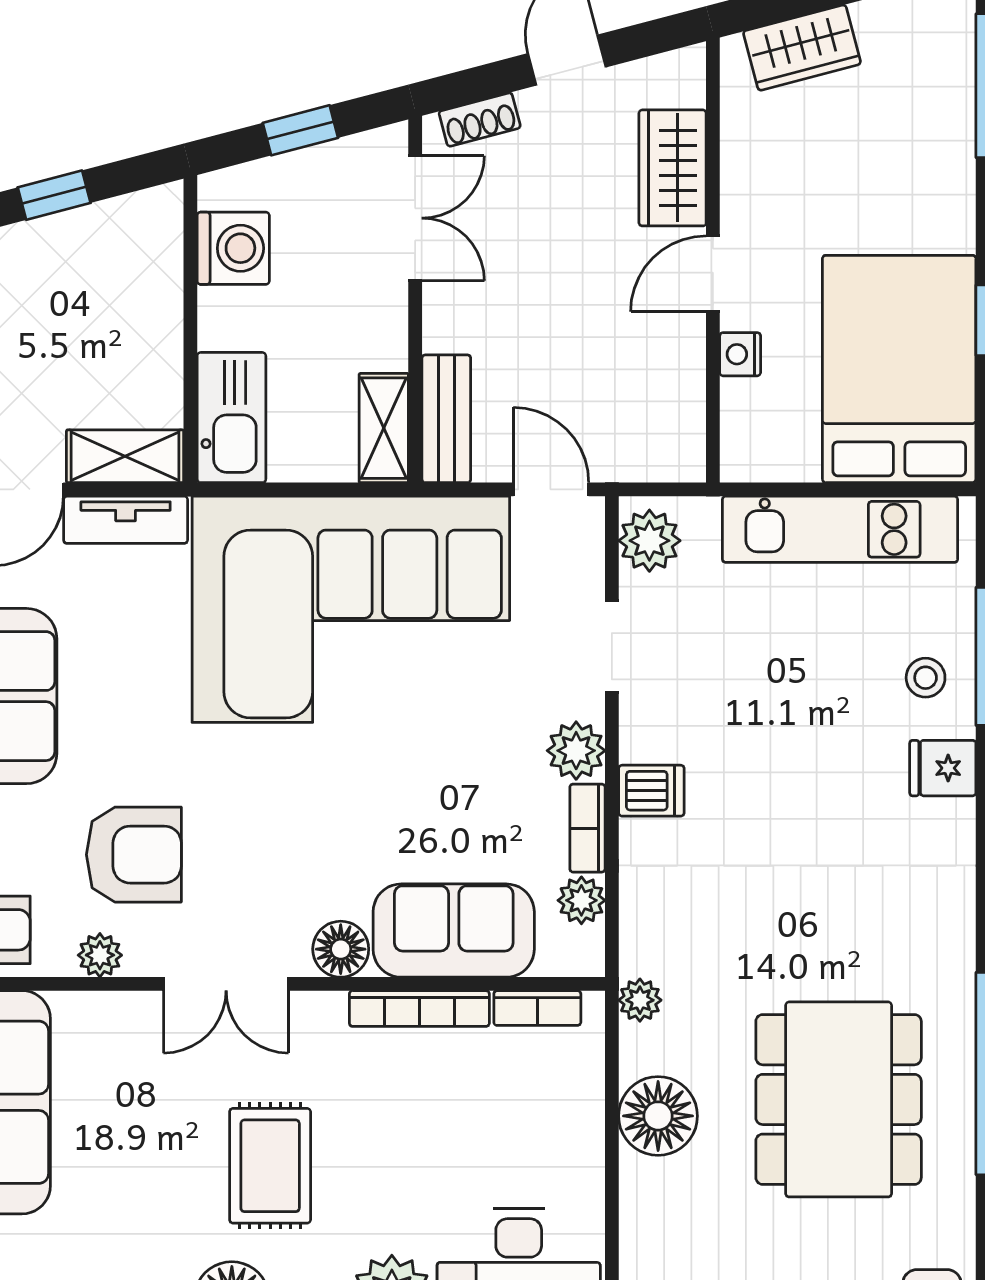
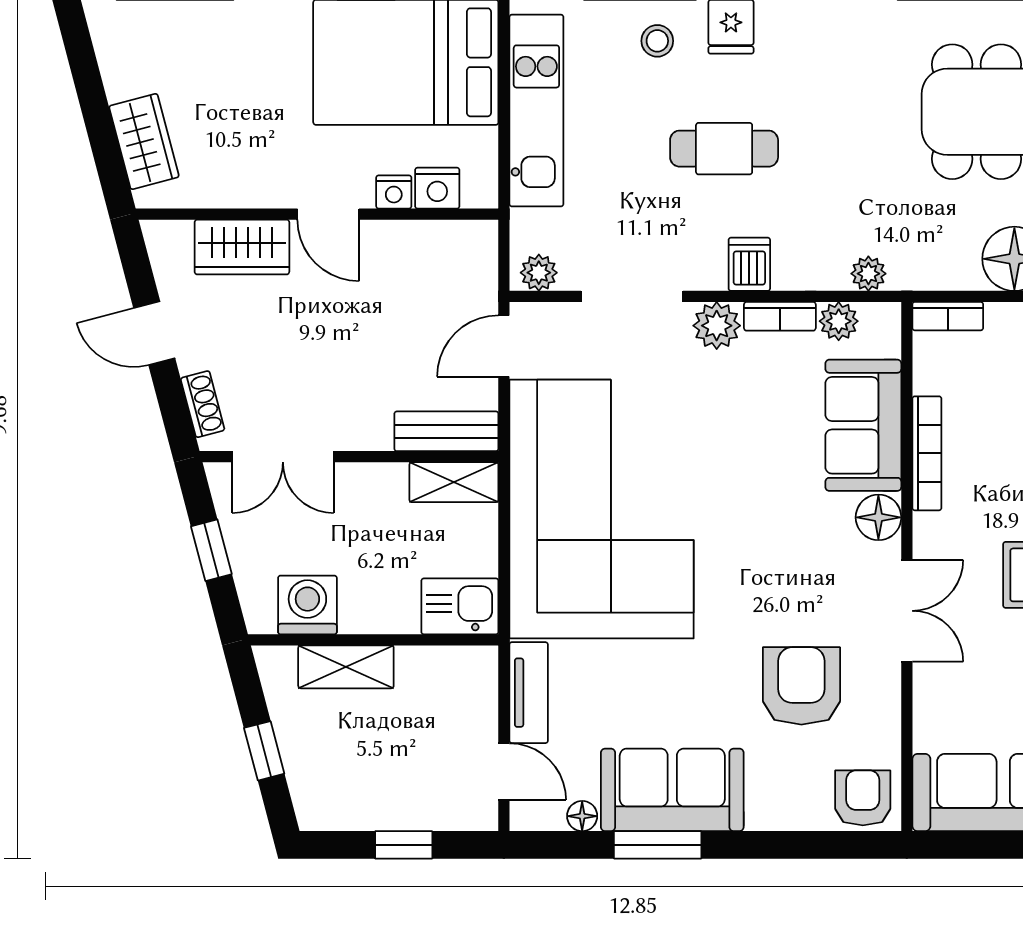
double door: (415, 218) -> (283, 457), swing flipped
nightstand: (745, 408) -> (437, 188), added
kitchen sink: (231, 418) -> (460, 606), width x0.73
shelving: (125, 456) -> (346, 667), moved, turned 90
plant: (649, 541) -> (539, 273), width x0.73, depth x0.73
doorway: (612, 647) -> (632, 296), width x1.38
cafe table: (793, 760) -> (724, 149), added
plant: (100, 955) -> (883, 714), removed
plant: (640, 1000) -> (868, 274), moved
bookcase: (537, 1008) -> (948, 316), moved, turned 90

